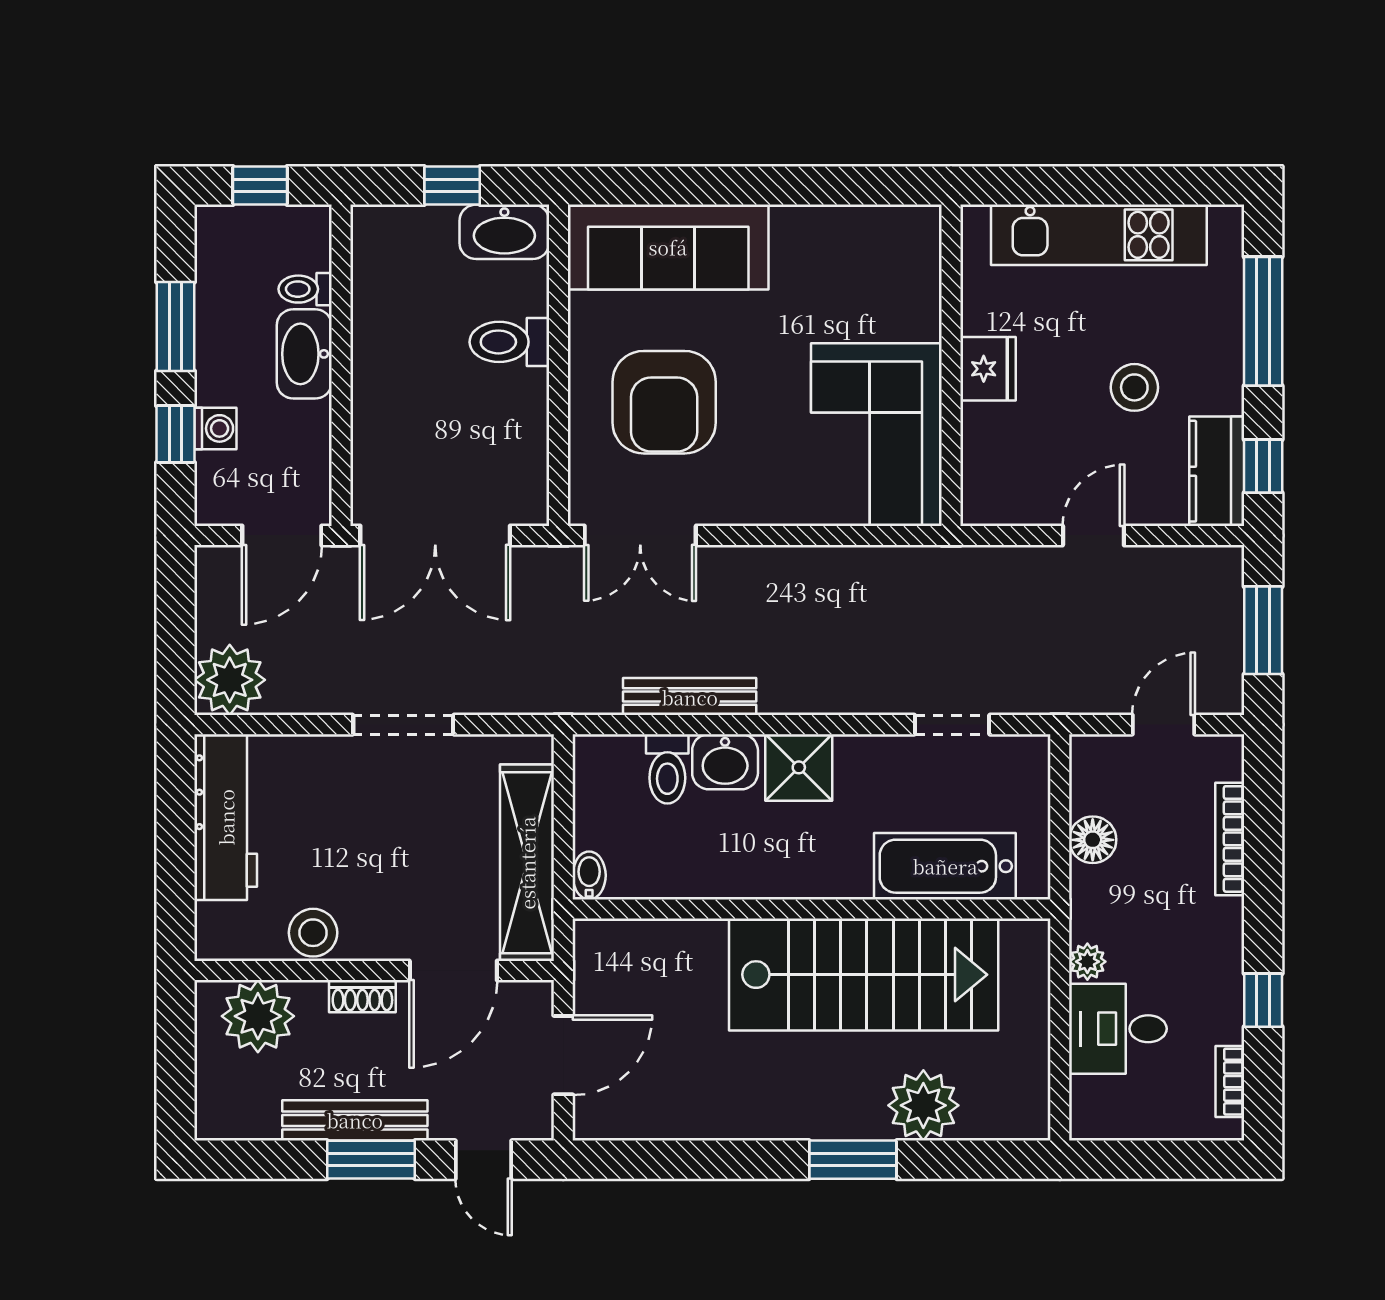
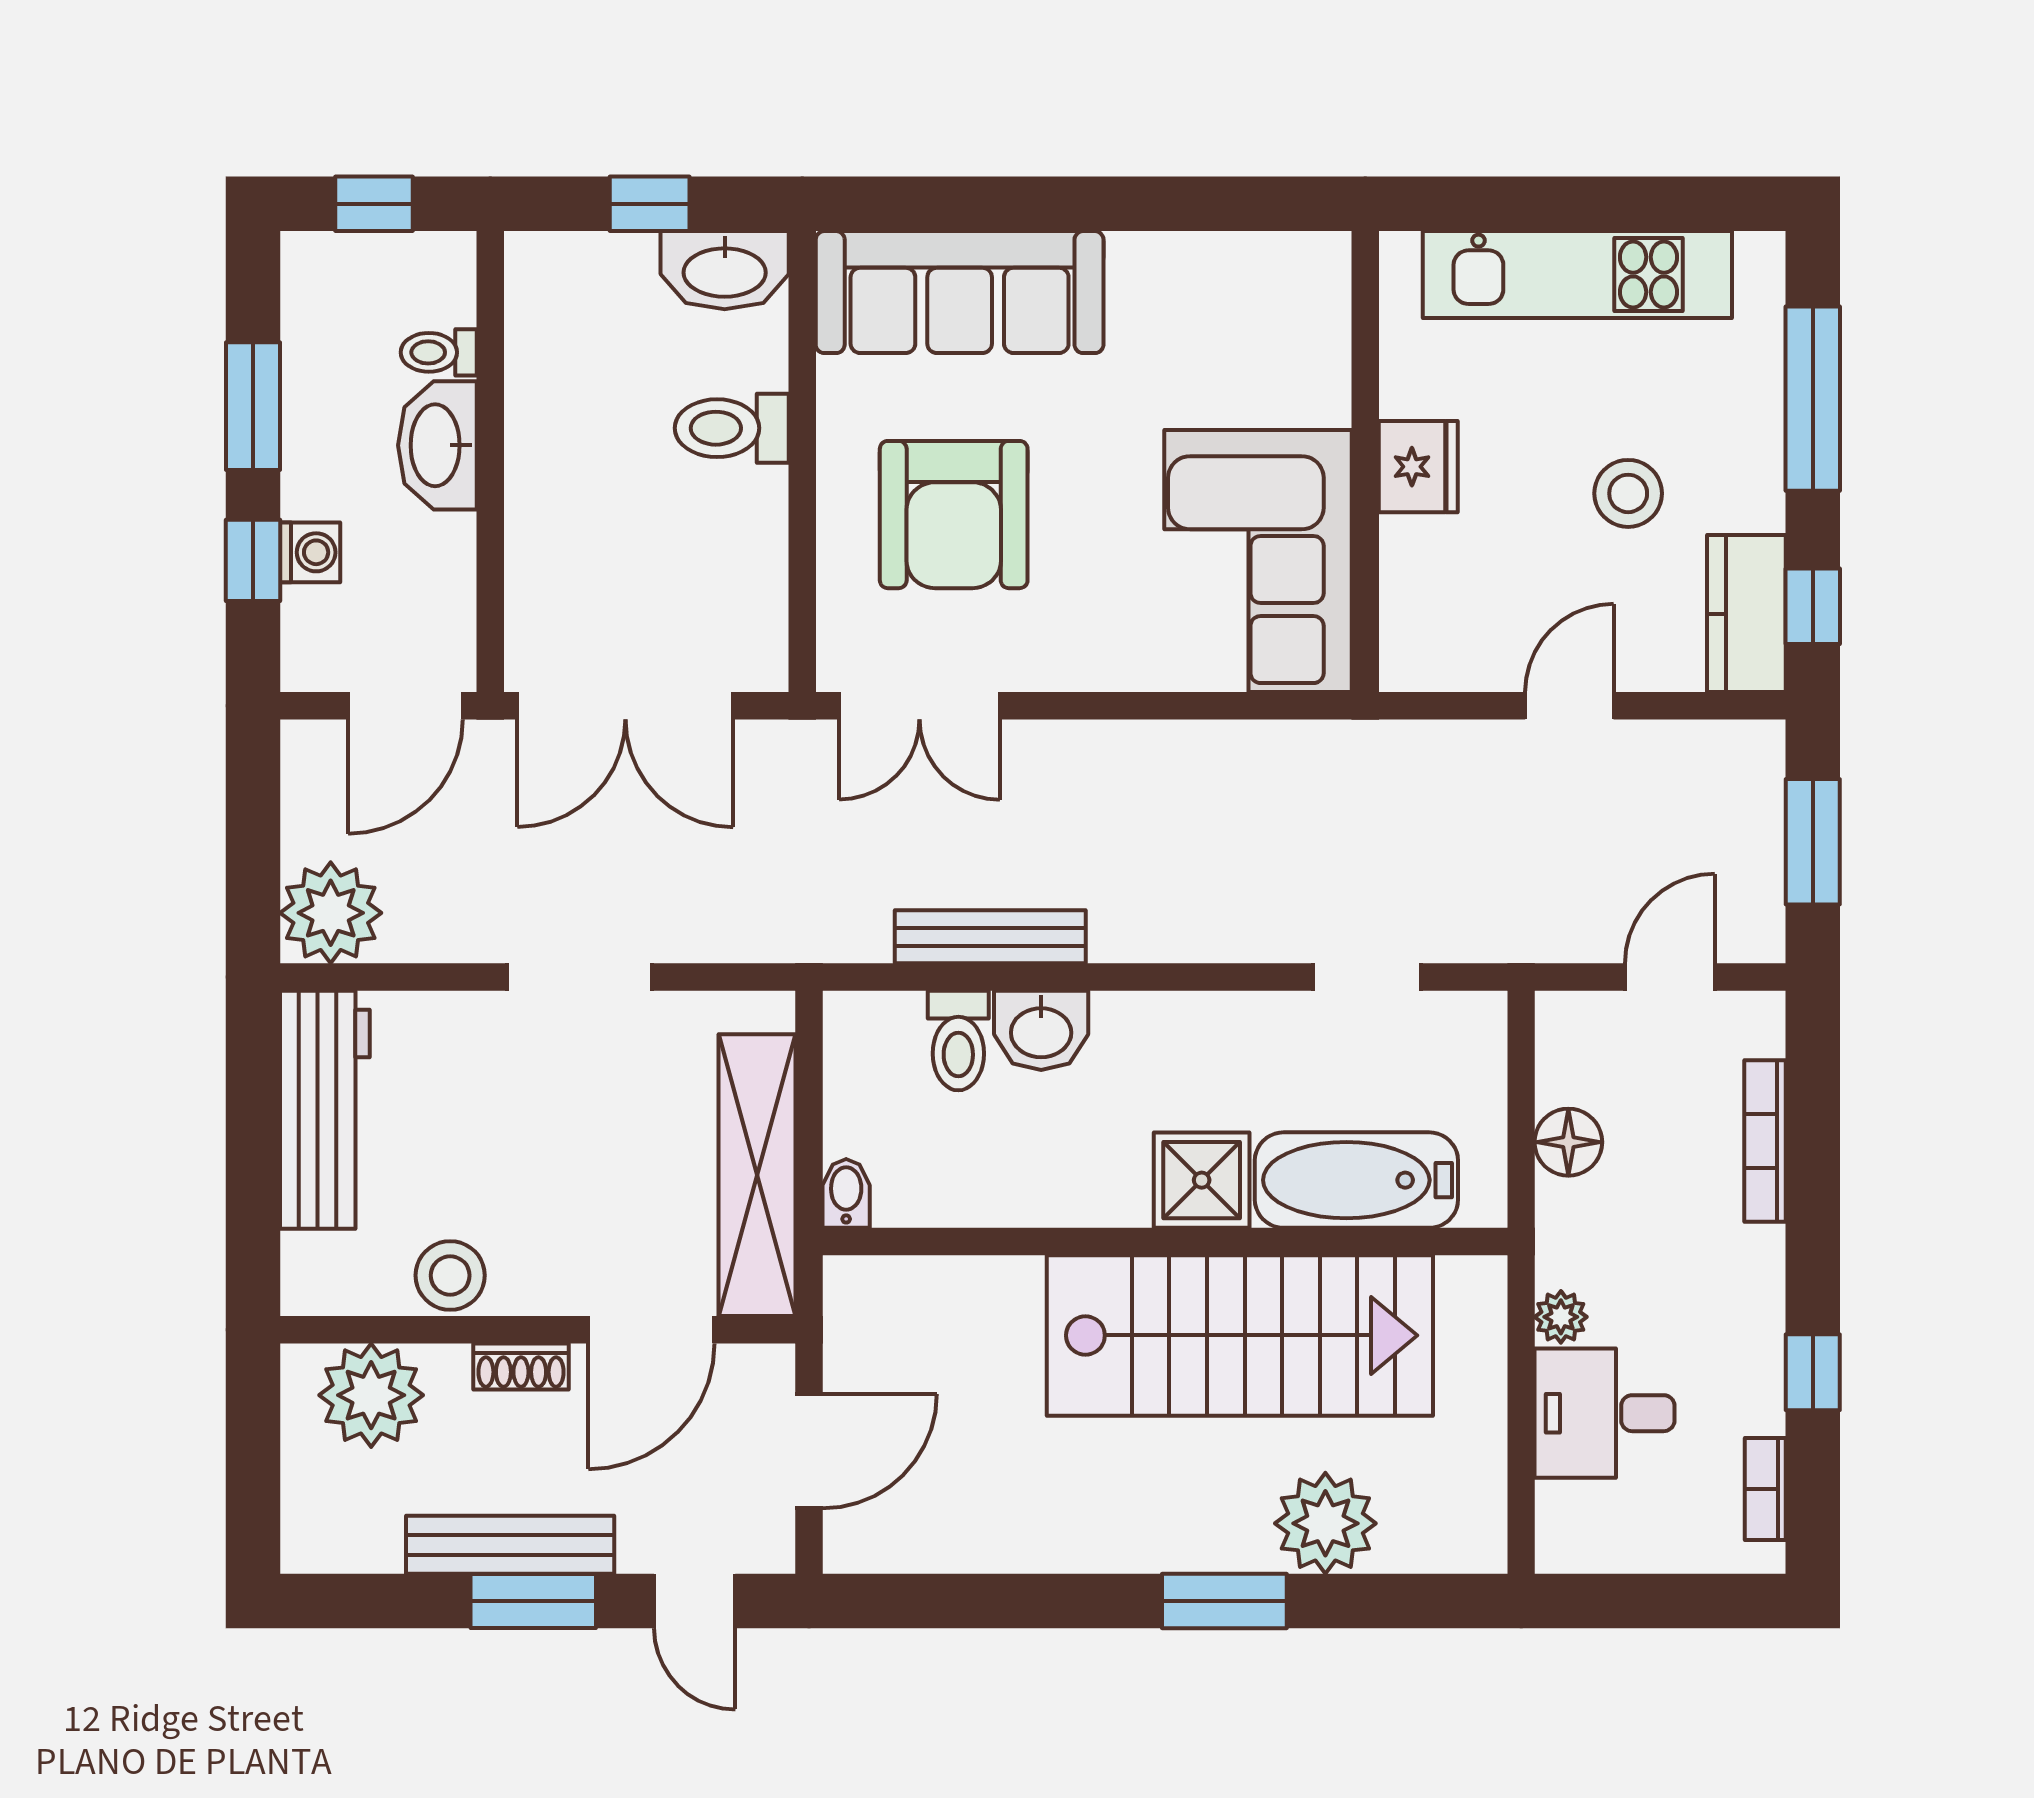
shower: (799, 767) -> (1202, 1180), moved

